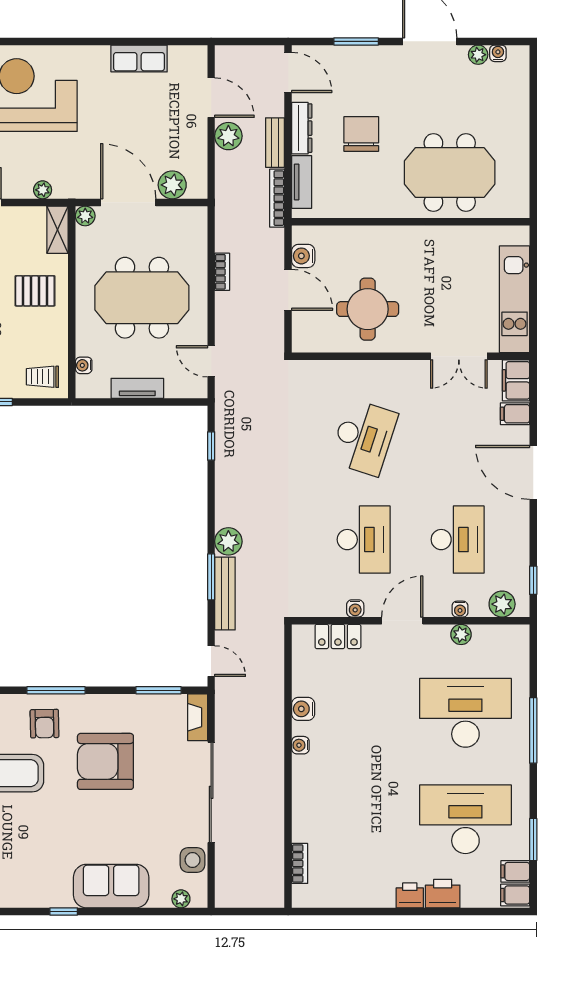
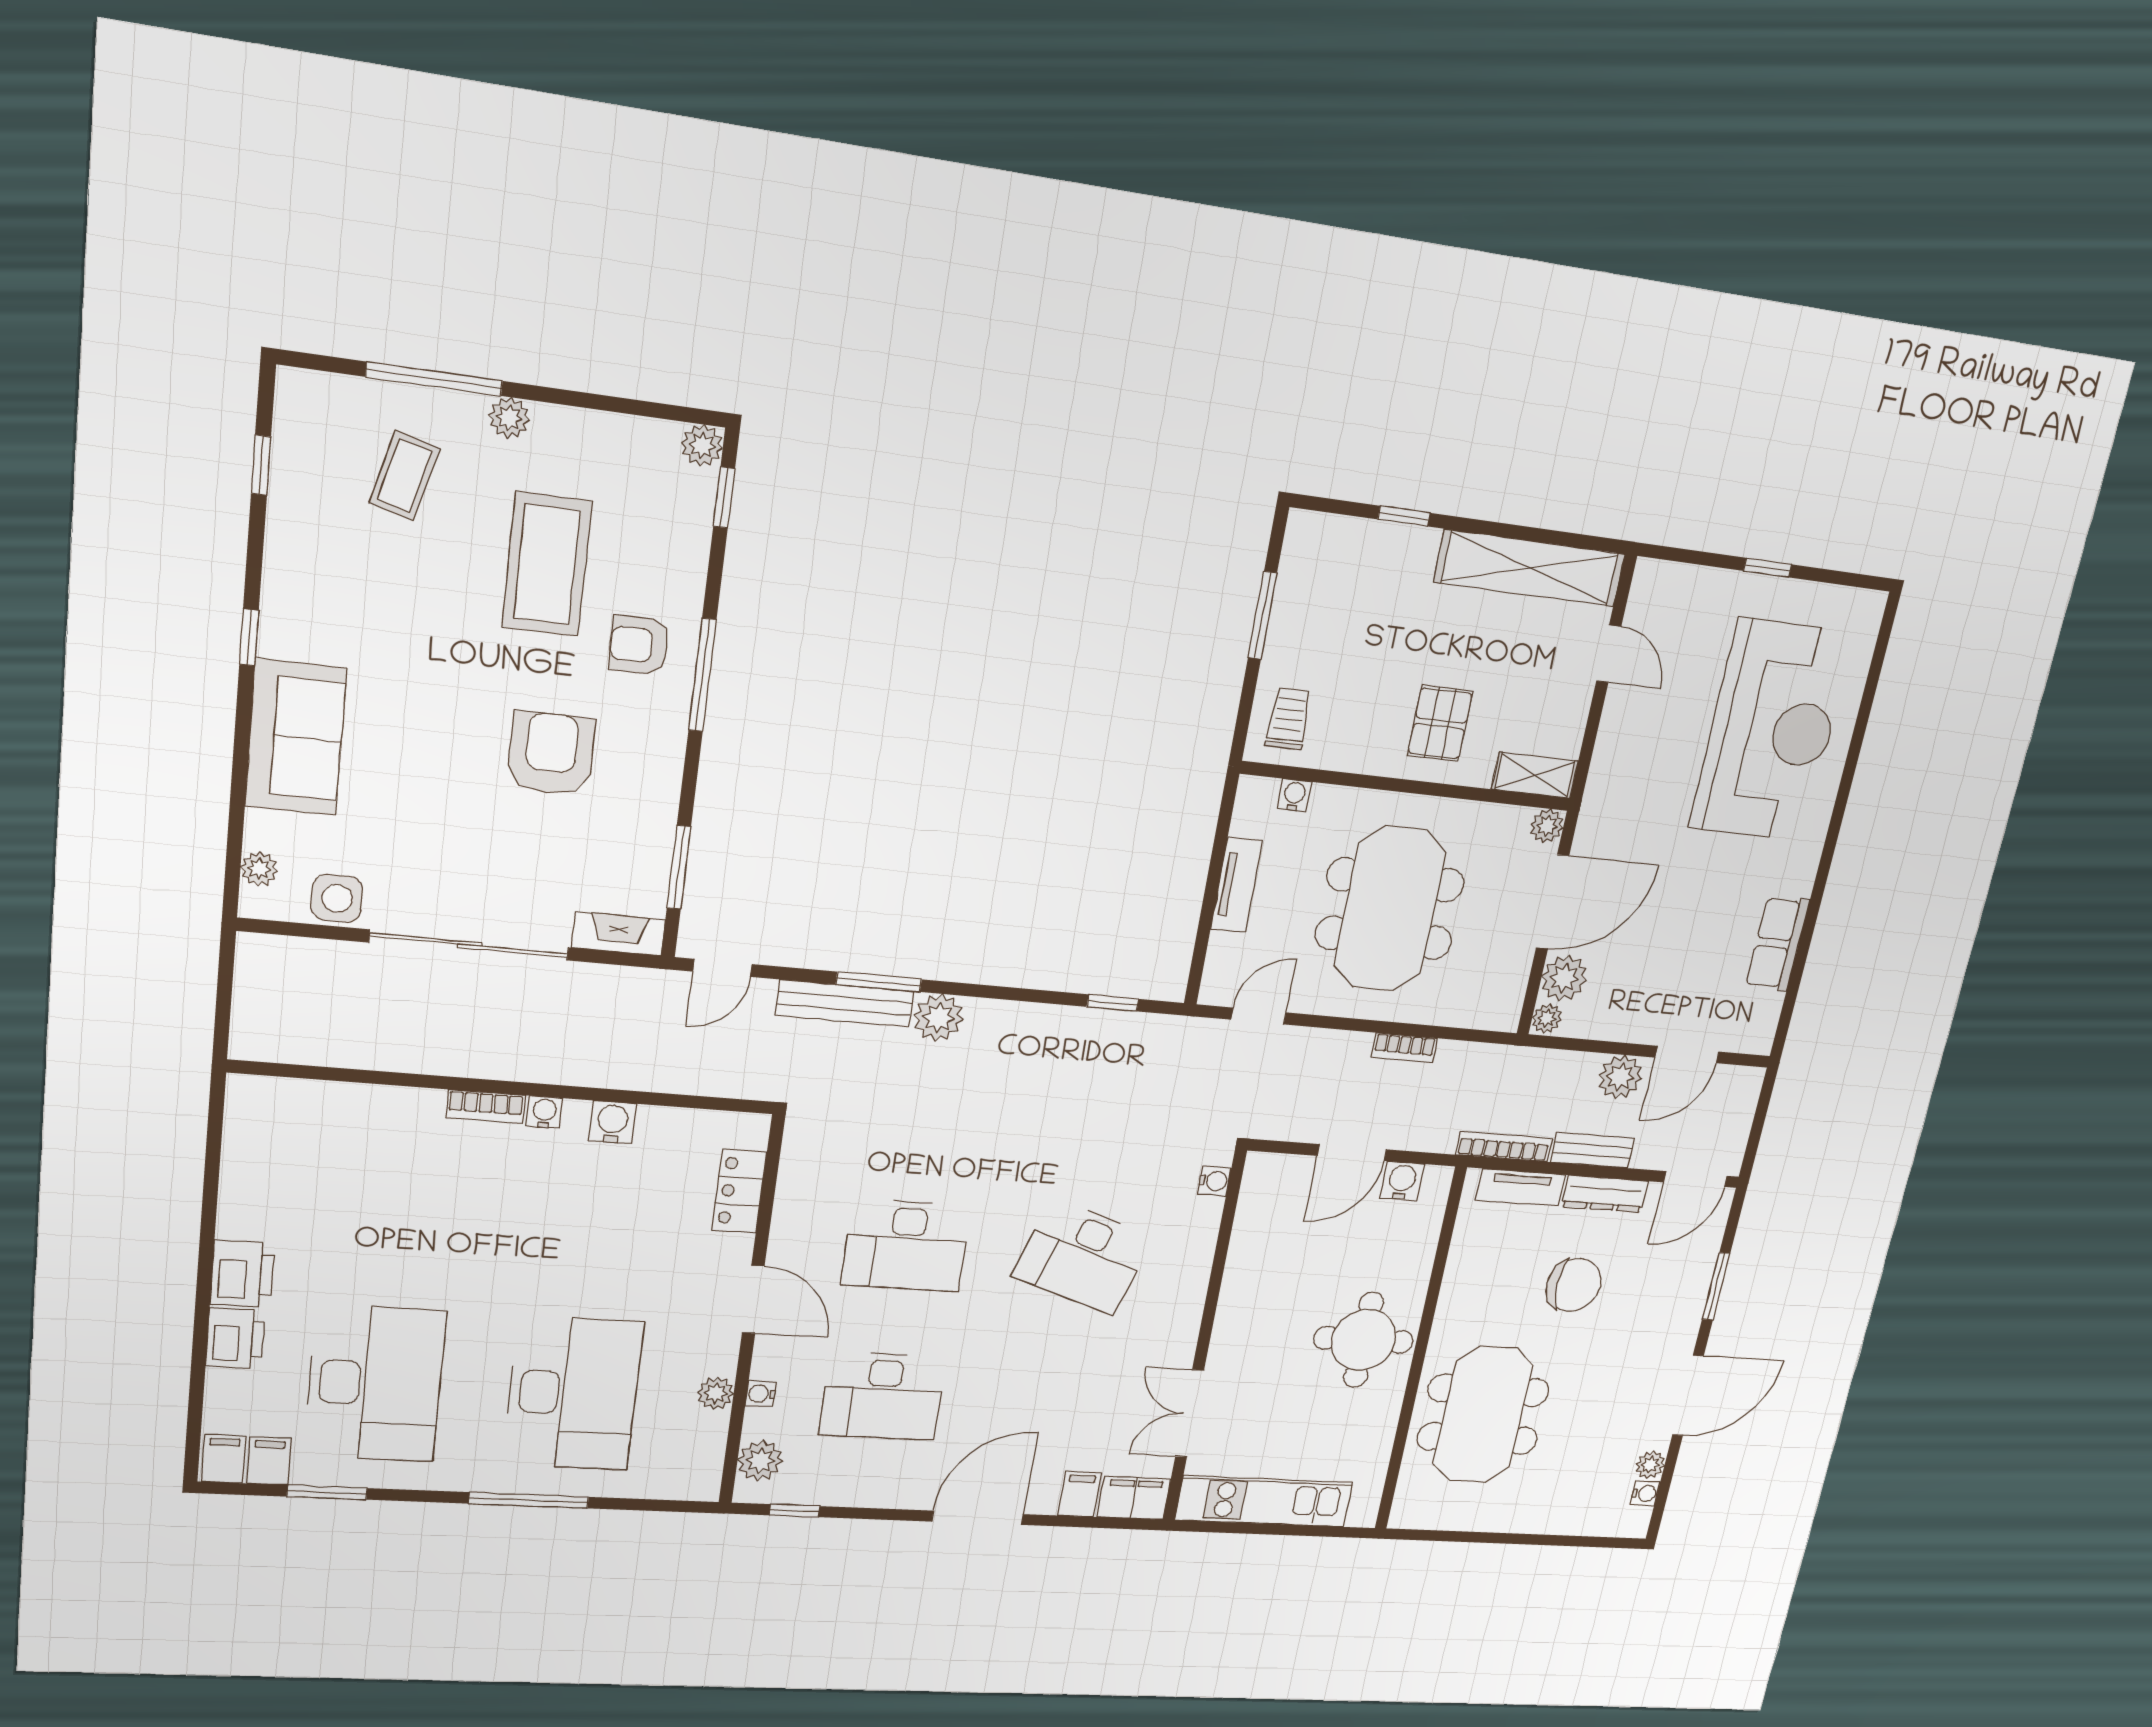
plant: (43, 190) -> (1547, 1018), moved
round table: (368, 309) -> (1363, 1340), moved
water cooler: (355, 608) -> (1214, 1181), moved, turned 180
armchair: (105, 761) -> (551, 754), width x0.73, depth x0.73
bookcase: (300, 863) -> (486, 1106), moved
printer: (410, 895) -> (242, 1274), width x1.36, depth x1.24

